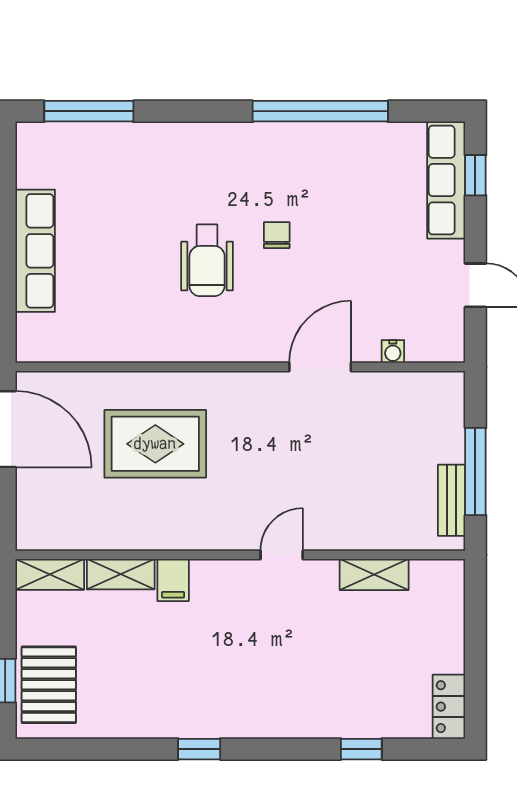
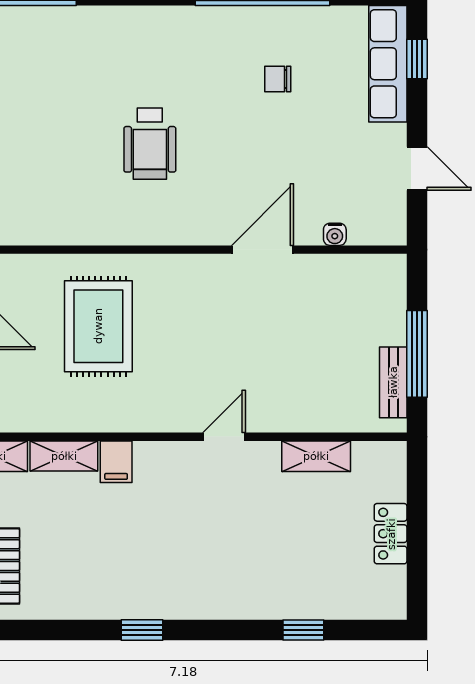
chair: (277, 235) -> (278, 79), moved, turned -90
rug: (155, 444) -> (98, 326), turned 90
locker: (449, 707) -> (391, 534), moved

